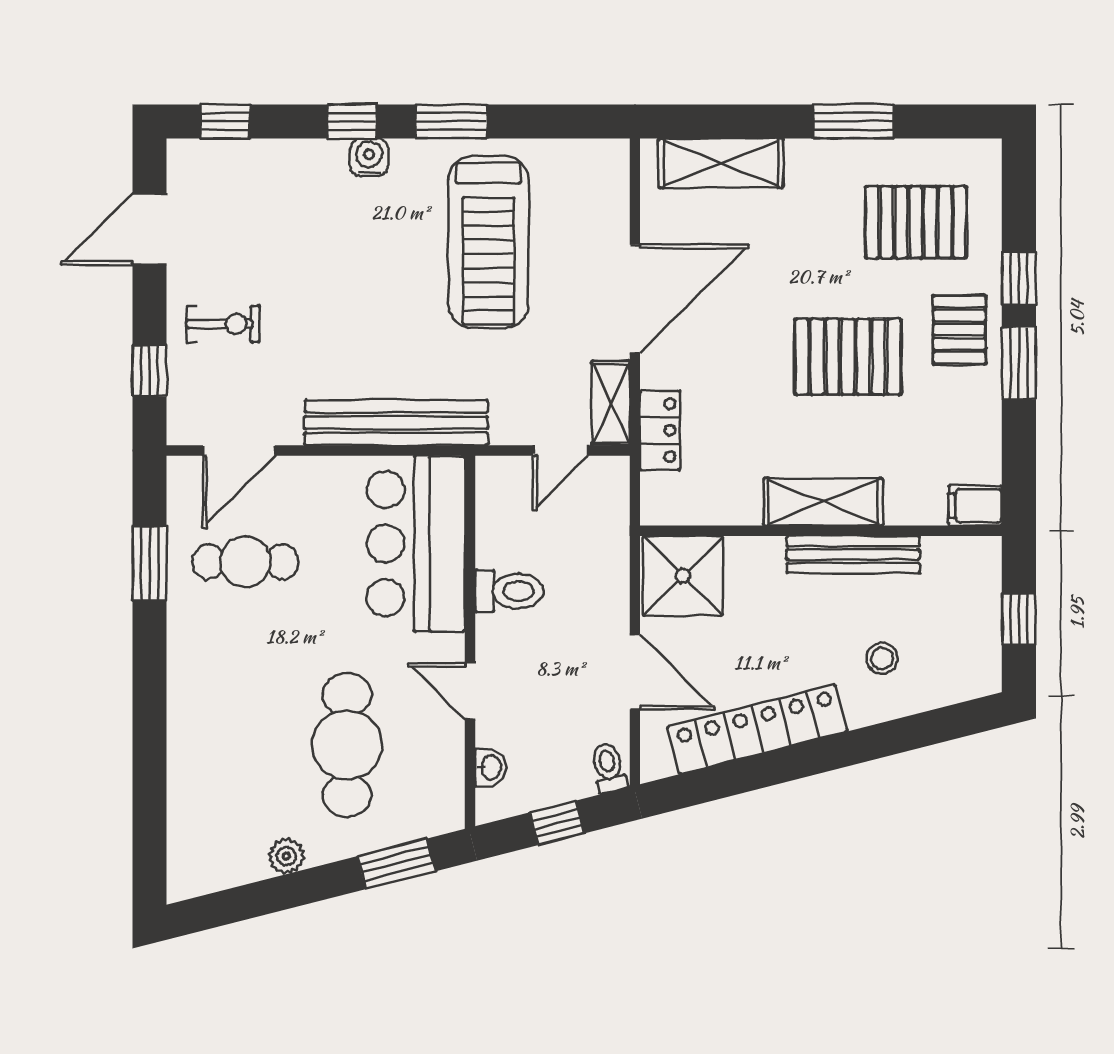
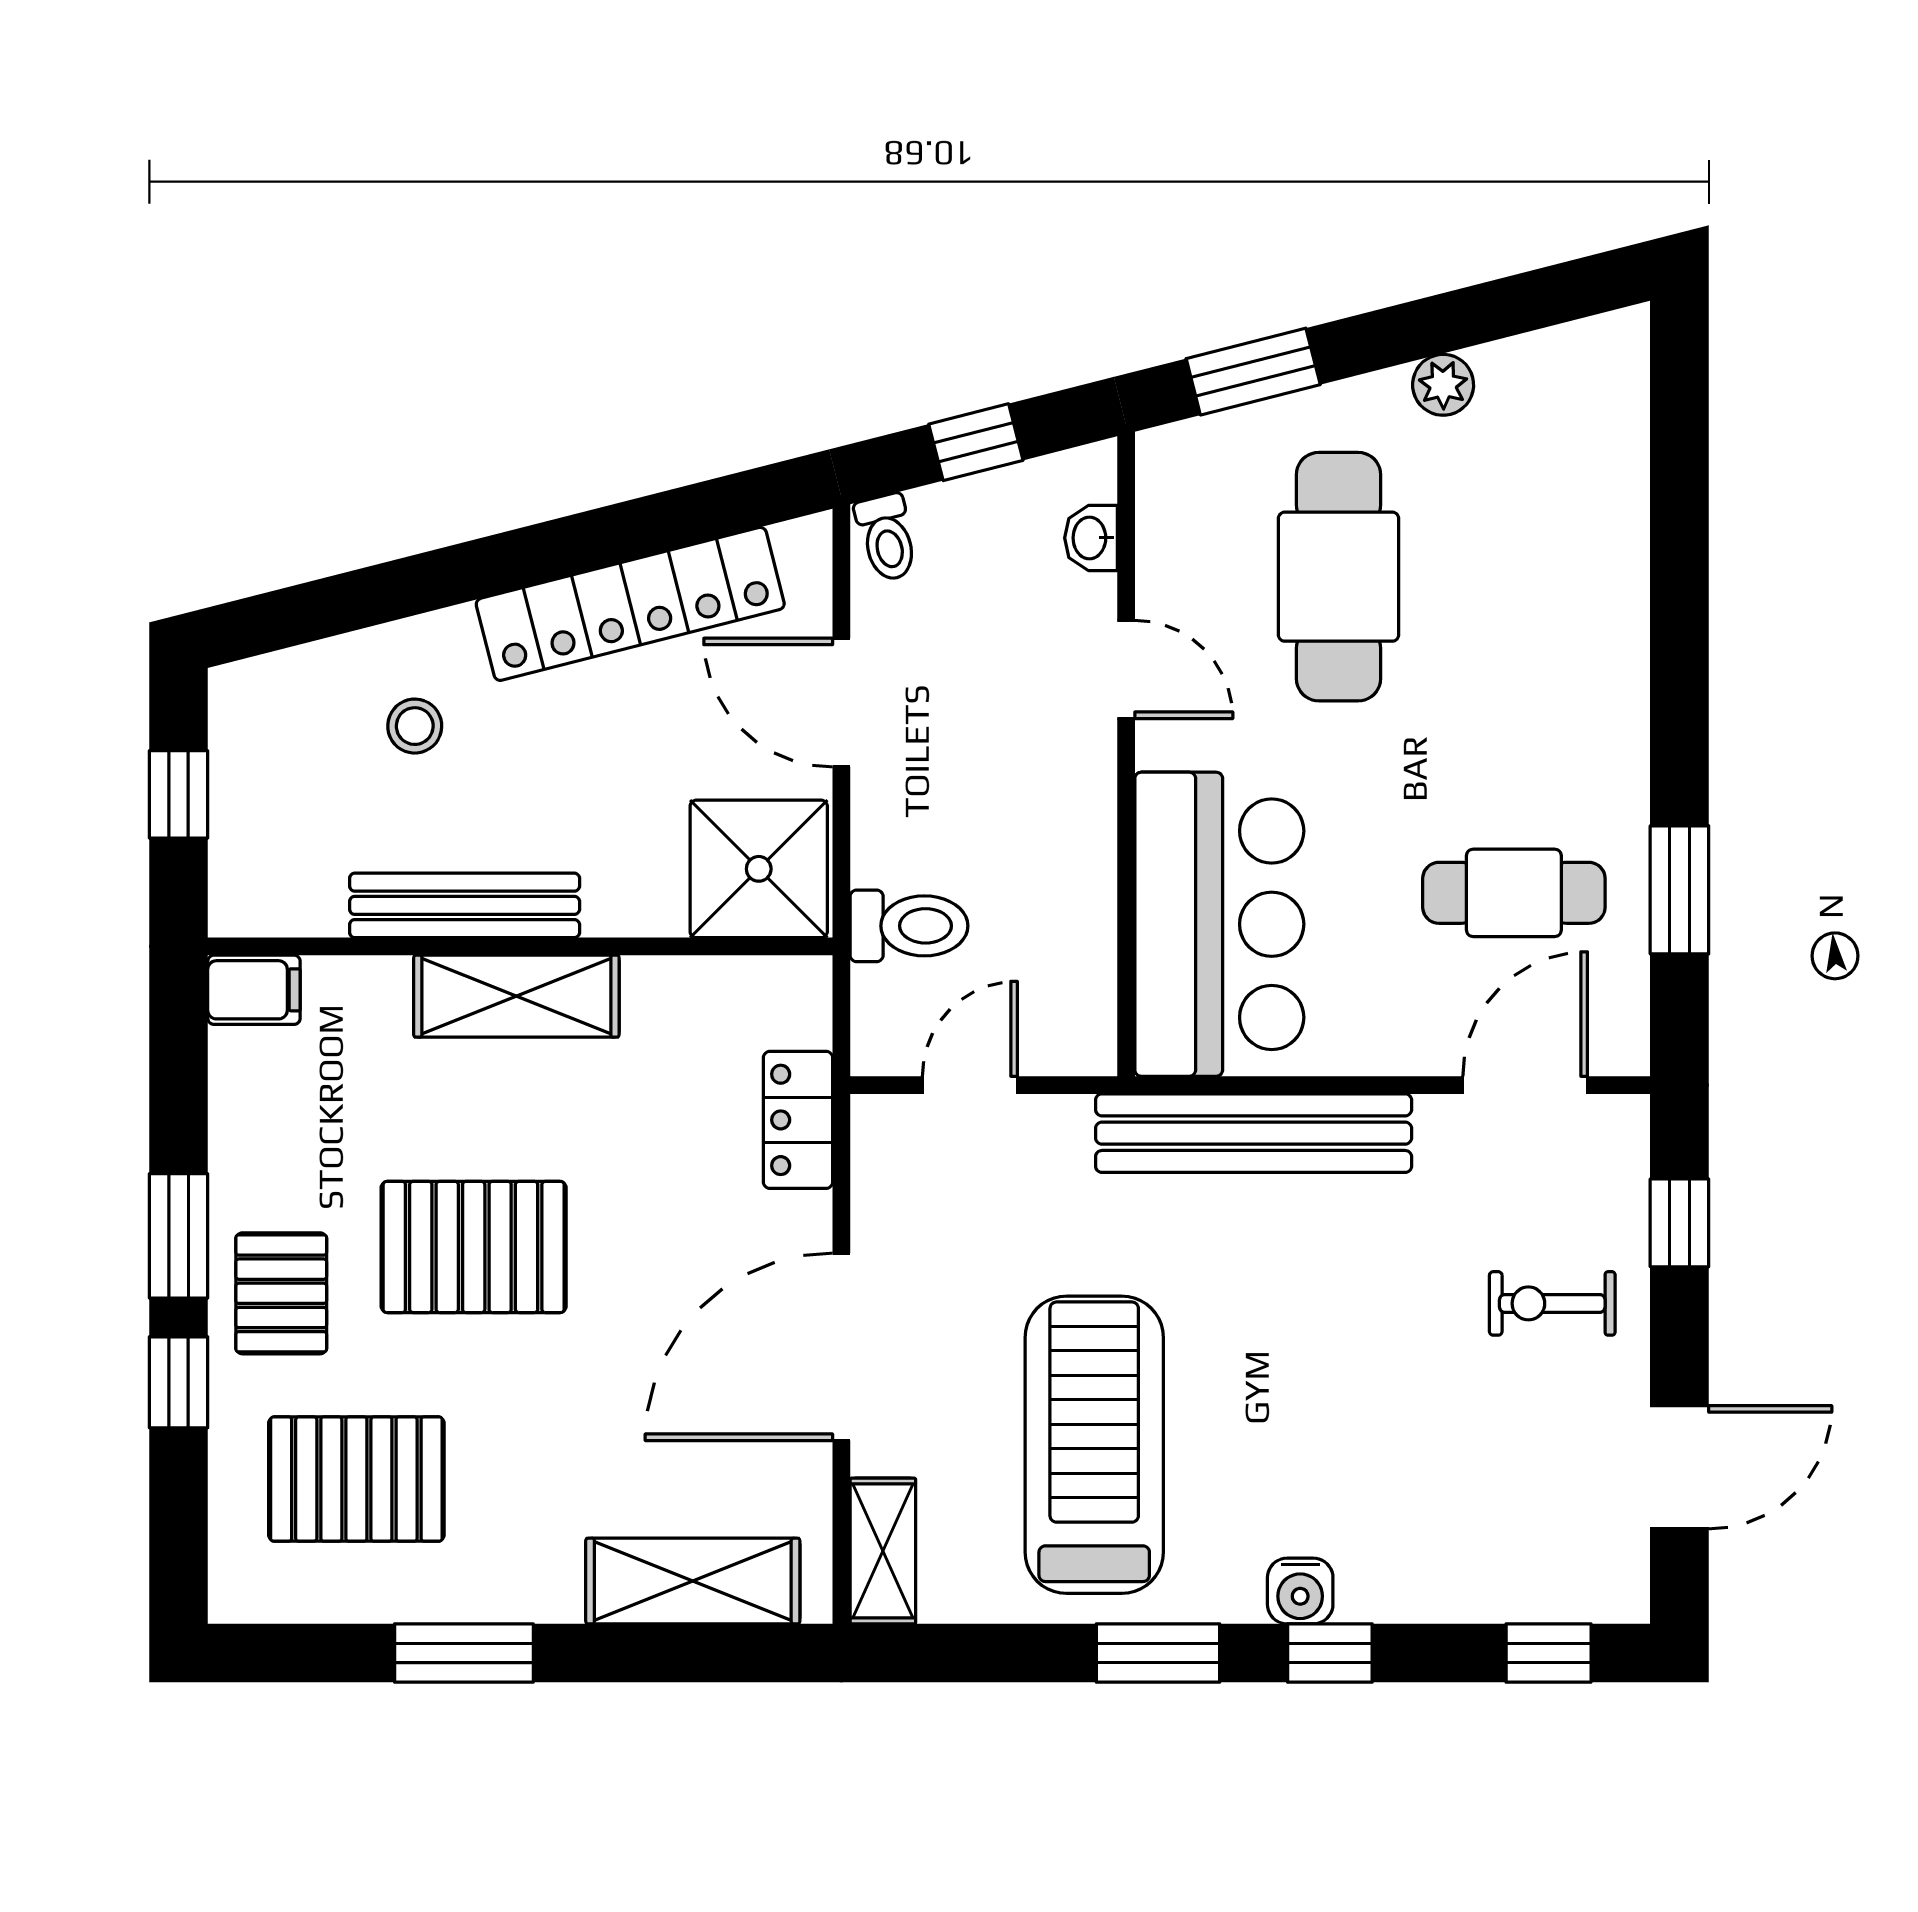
shelving: (611, 403) -> (883, 1551), moved
toilet: (509, 591) -> (909, 926), moved, turned 180

